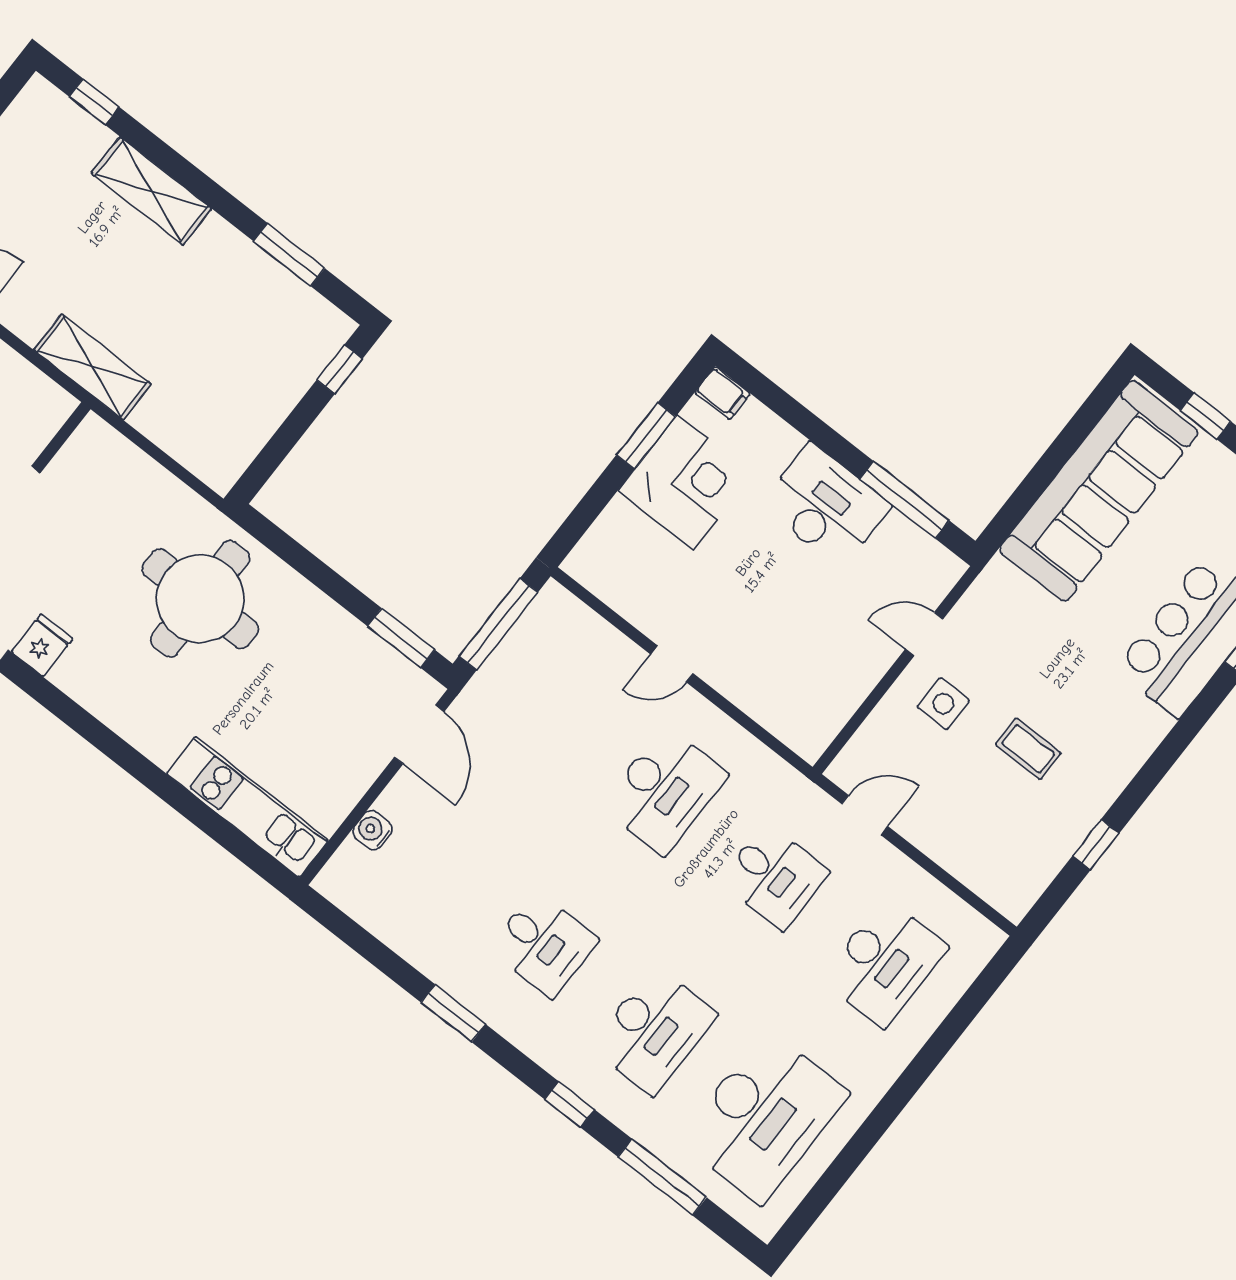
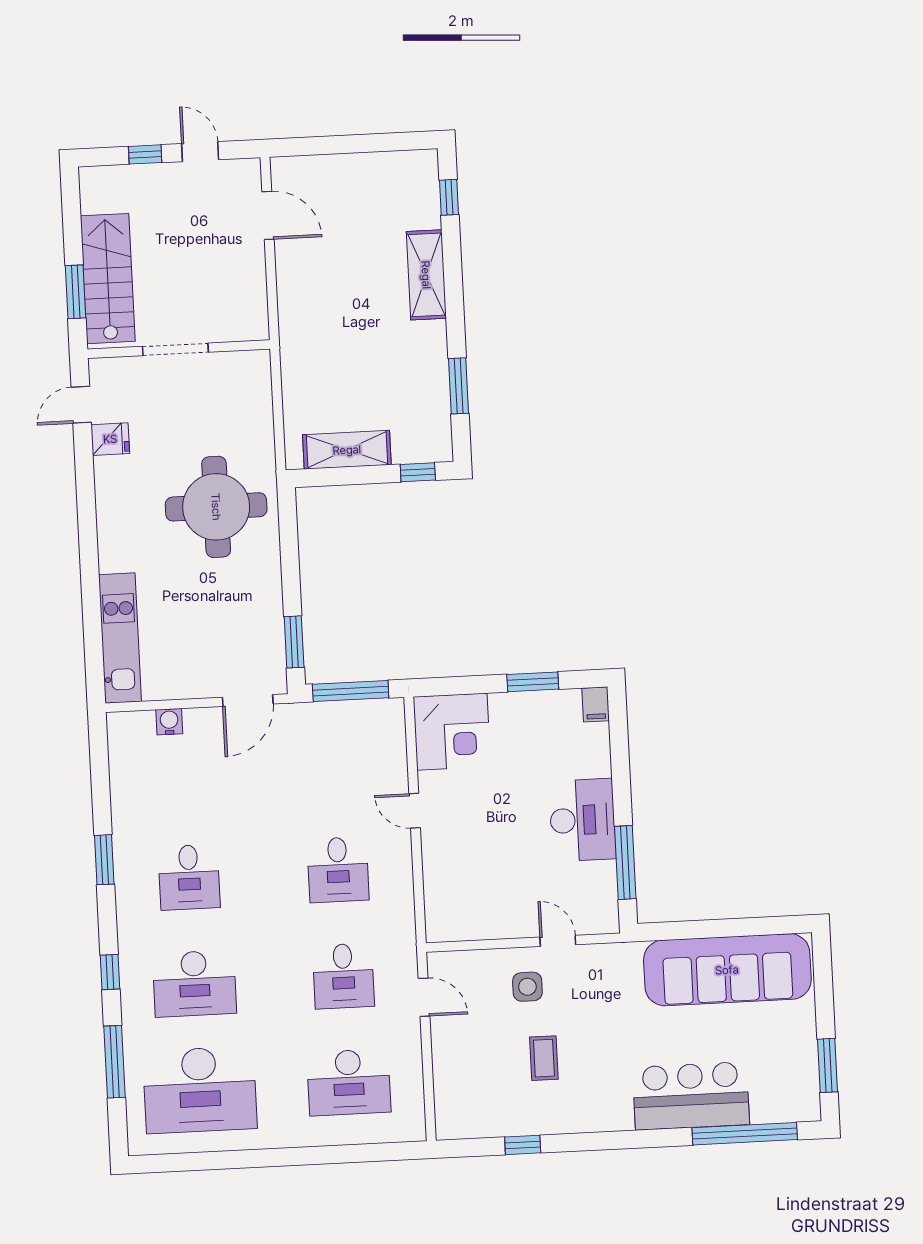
shelving: (92, 367) -> (347, 450), moved, turned 90
window: (1205, 416) -> (824, 994), removed
corner desk: (686, 482) -> (452, 732), moved
desk: (664, 790) -> (338, 870), width x0.73

